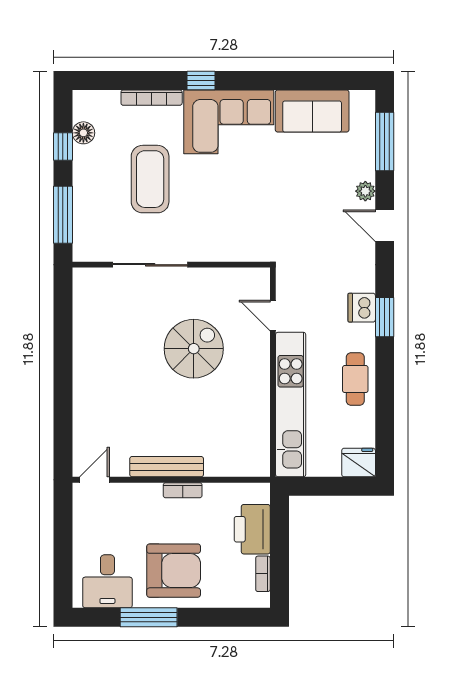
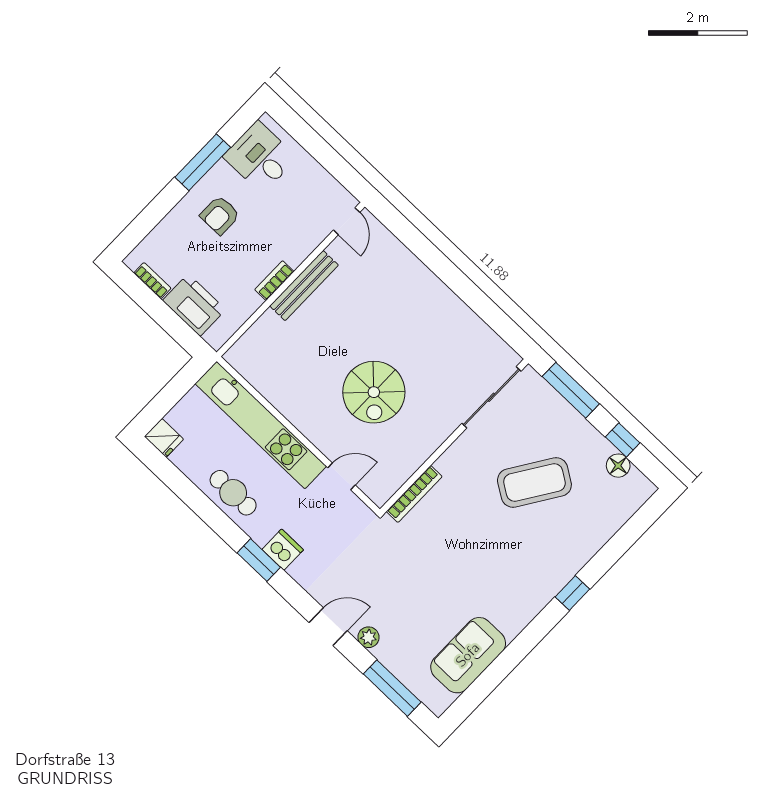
bookcase: (152, 98) -> (414, 494), moved, turned 180
corner sofa: (229, 122) -> (521, 584), removed
coffee table: (150, 179) -> (534, 482), turned -57
sliding door: (150, 265) -> (491, 397), moved
fridge: (359, 463) -> (164, 438), width x0.72
armchair: (174, 571) -> (220, 215), width x0.53, depth x0.53

